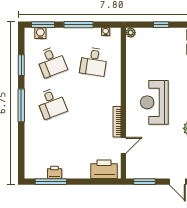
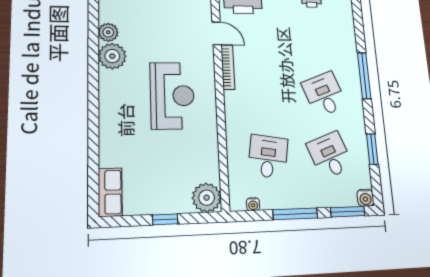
water cooler: (40, 33) -> (365, 198), moved
plant: (131, 33) -> (207, 198), width x1.88, depth x1.88
window: (21, 105) -> (364, 76), moved
door: (123, 145) -> (217, 33), swing flipped

